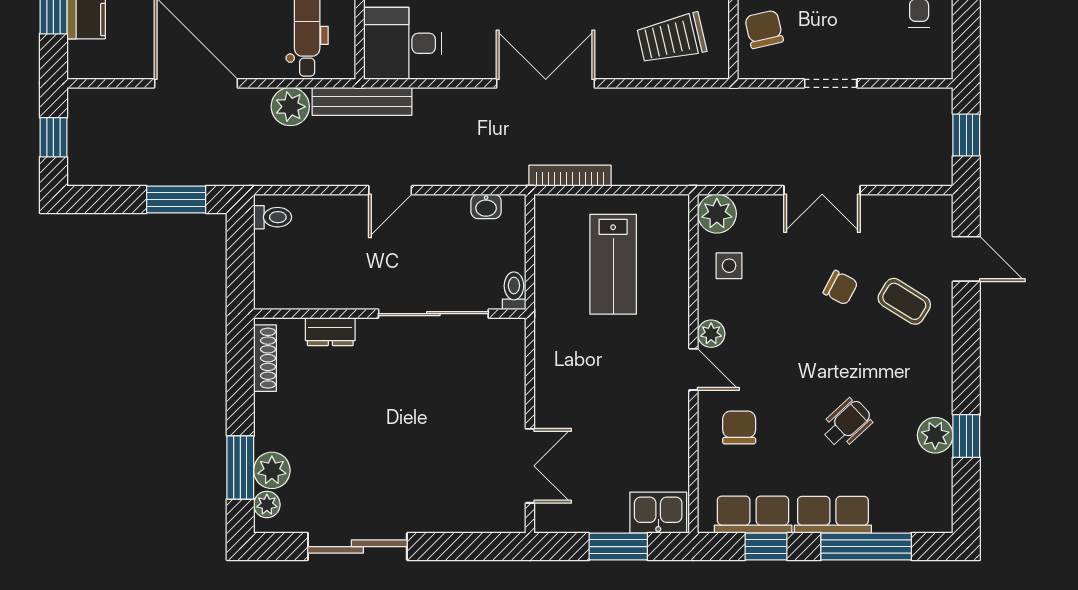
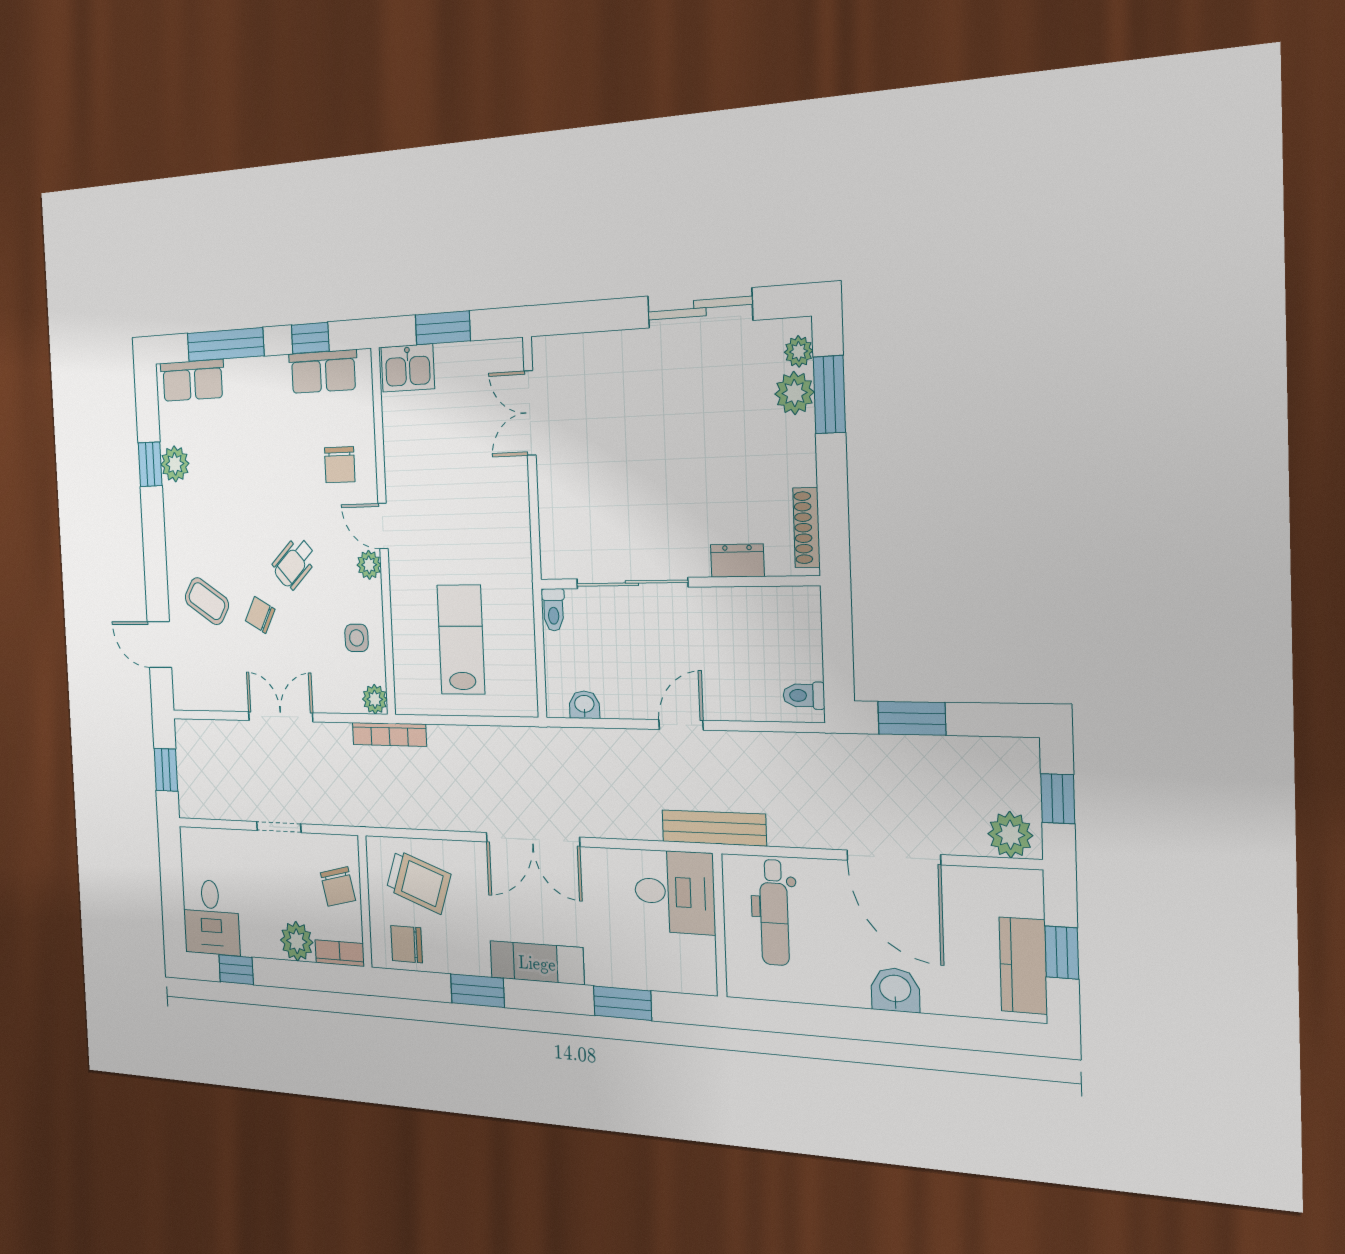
trolley: (672, 38) -> (418, 882), turned 32
plant: (290, 107) -> (1010, 835), moved
bookcase: (570, 176) -> (389, 734), moved
plant: (717, 214) -> (375, 699), width x0.73, depth x0.73
wheelchair: (847, 423) -> (294, 563), moved
row of seats: (833, 515) -> (192, 380), moved

